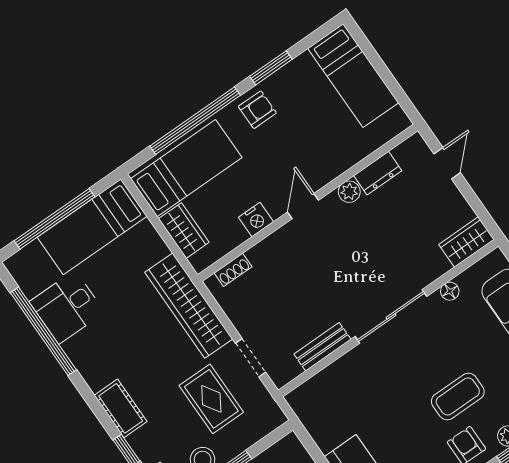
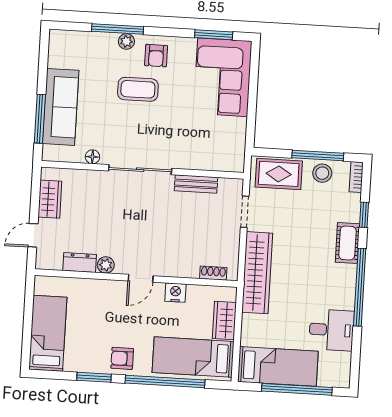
wardrobe: (466, 242) -> (50, 199), moved, turned -90
window: (43, 331) -> (360, 287), moved
rug: (211, 399) -> (279, 174), moved, turned 90

